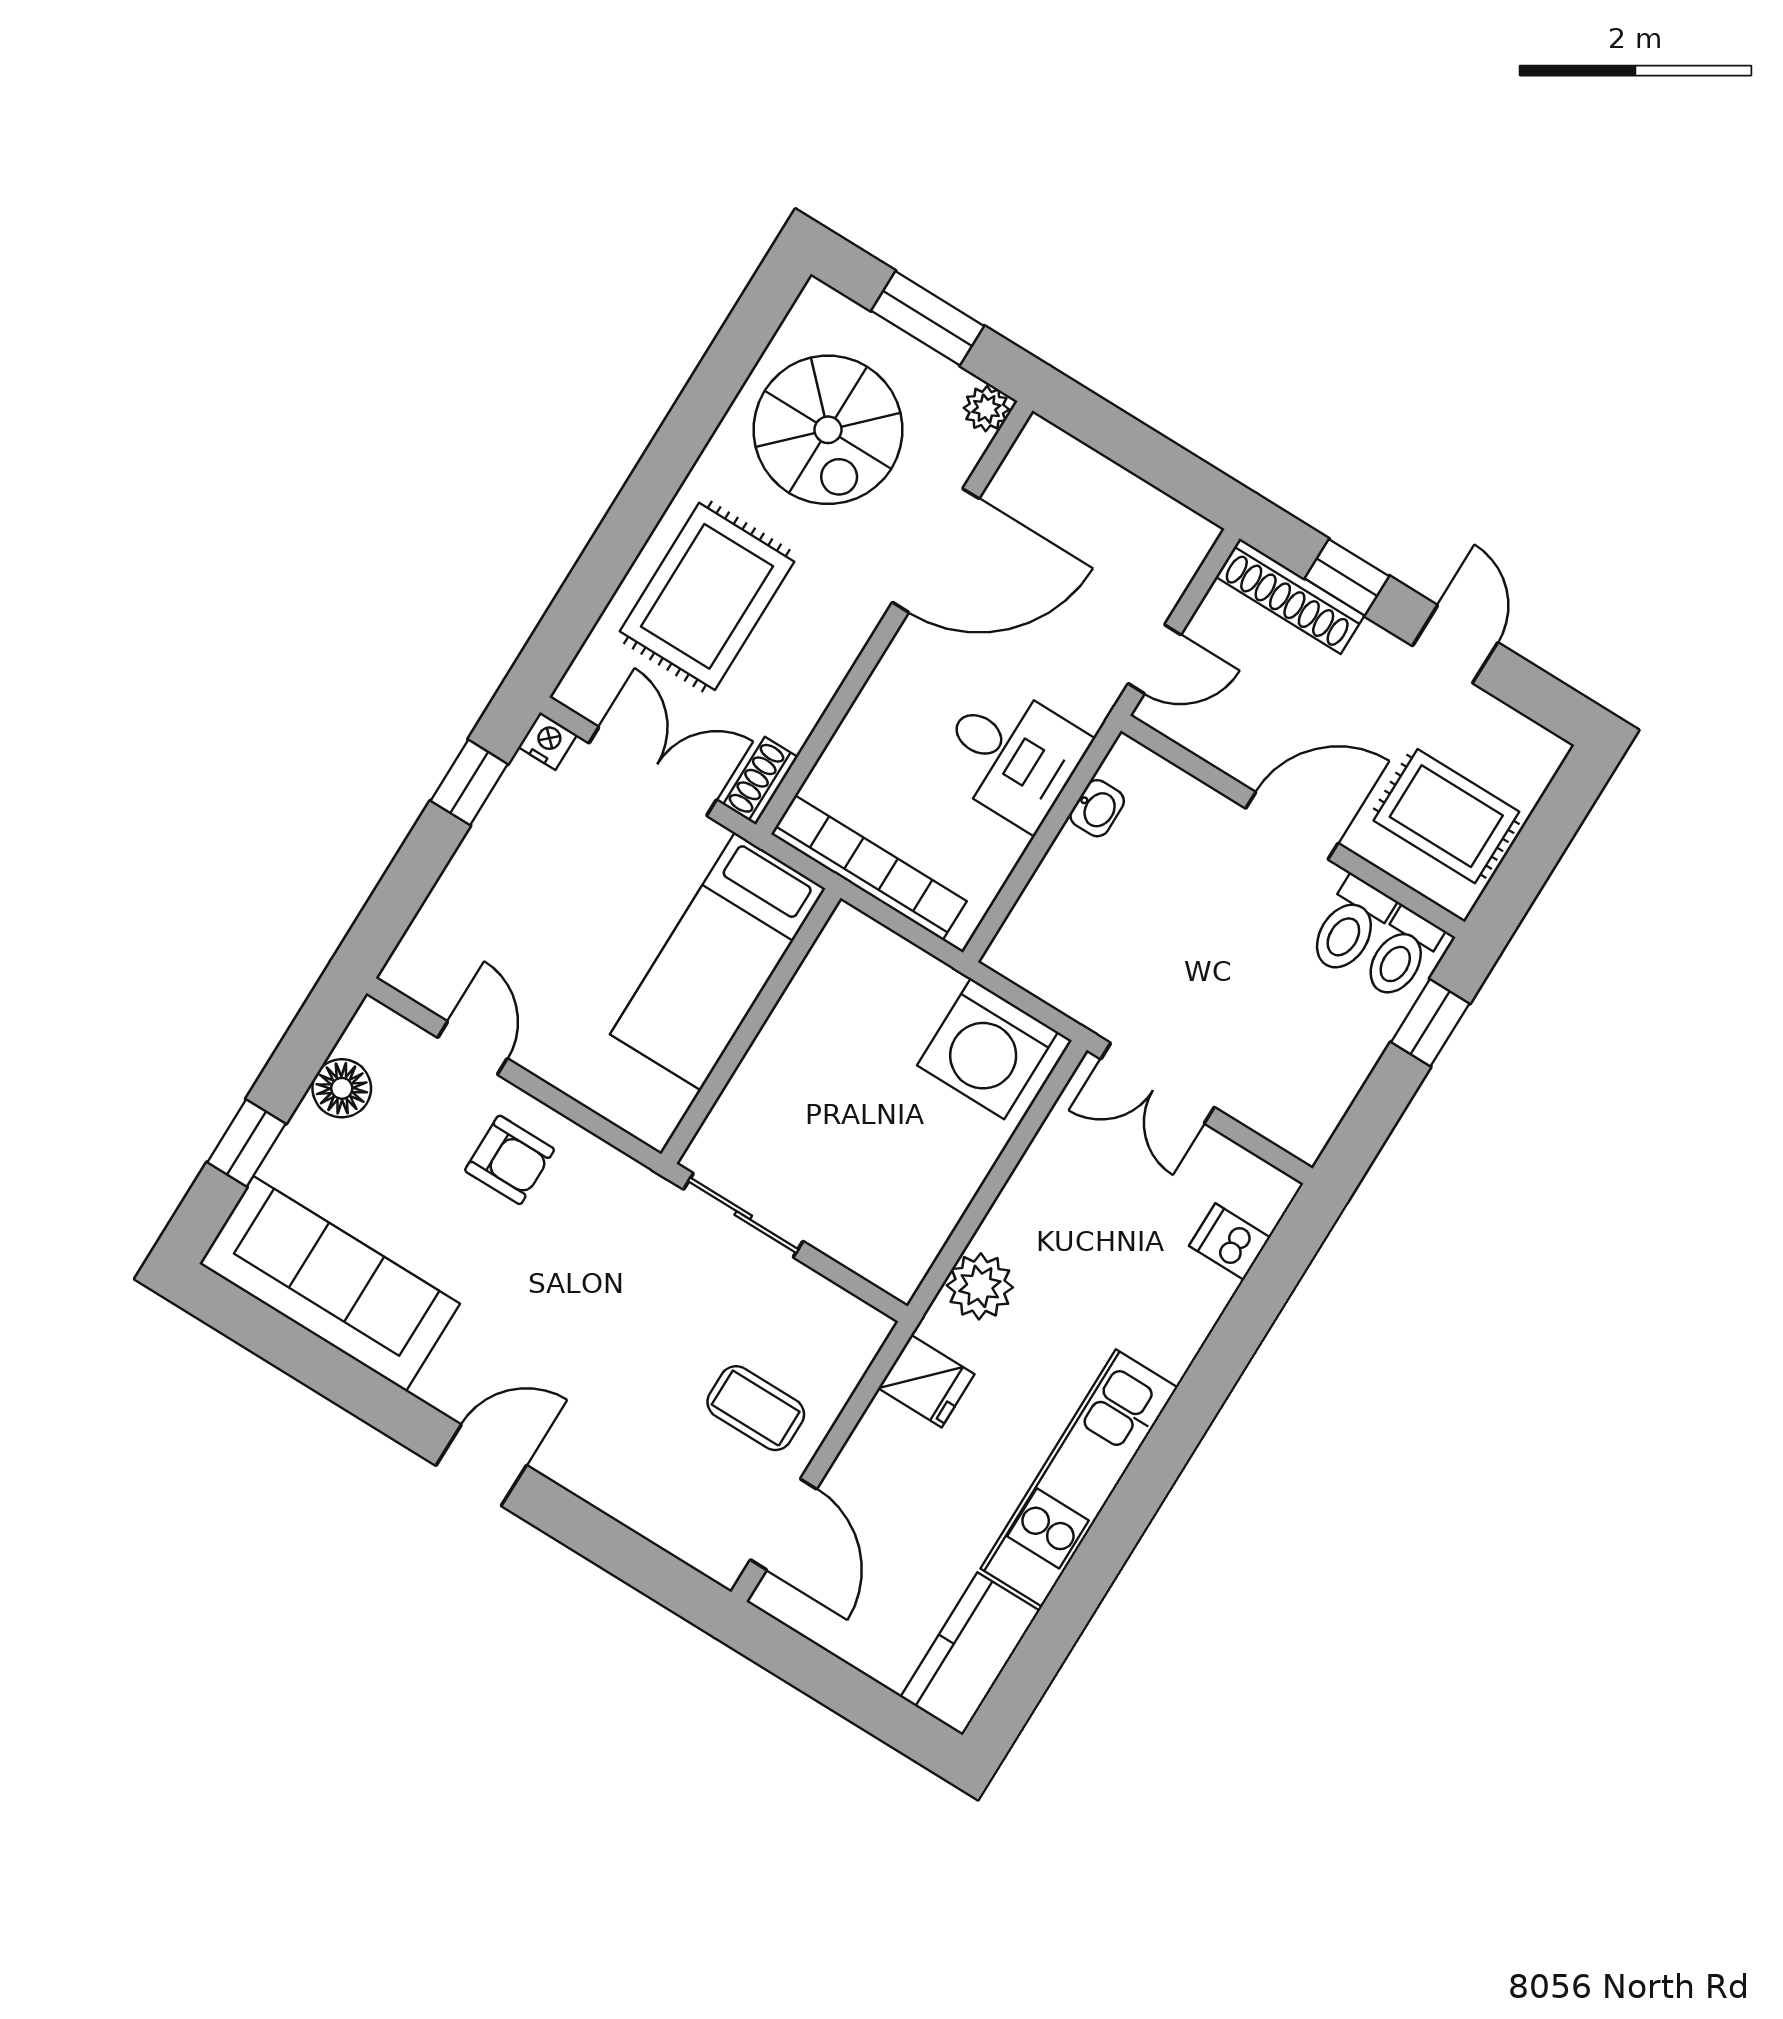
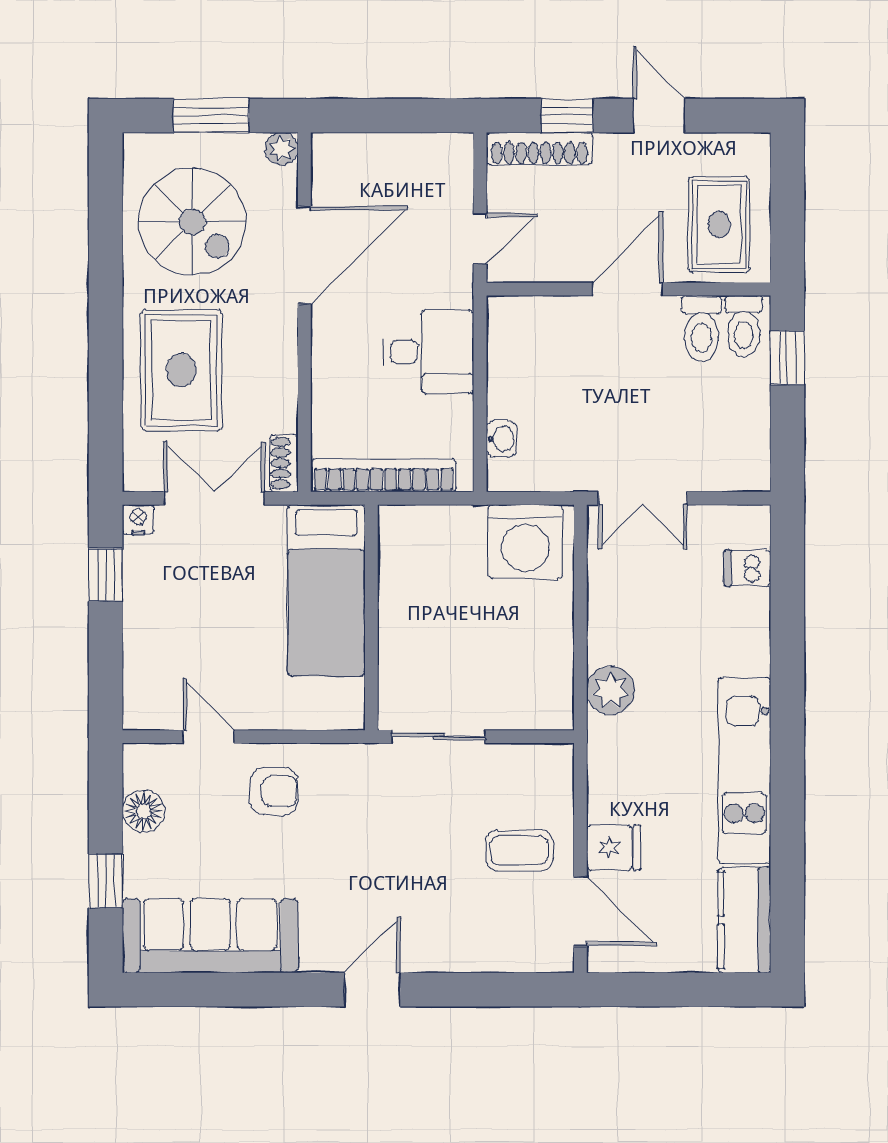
washbasin: (1097, 808) -> (501, 439), moved
rug: (1446, 816) -> (719, 225), turned 90
fridge: (926, 1381) -> (614, 848), moved

